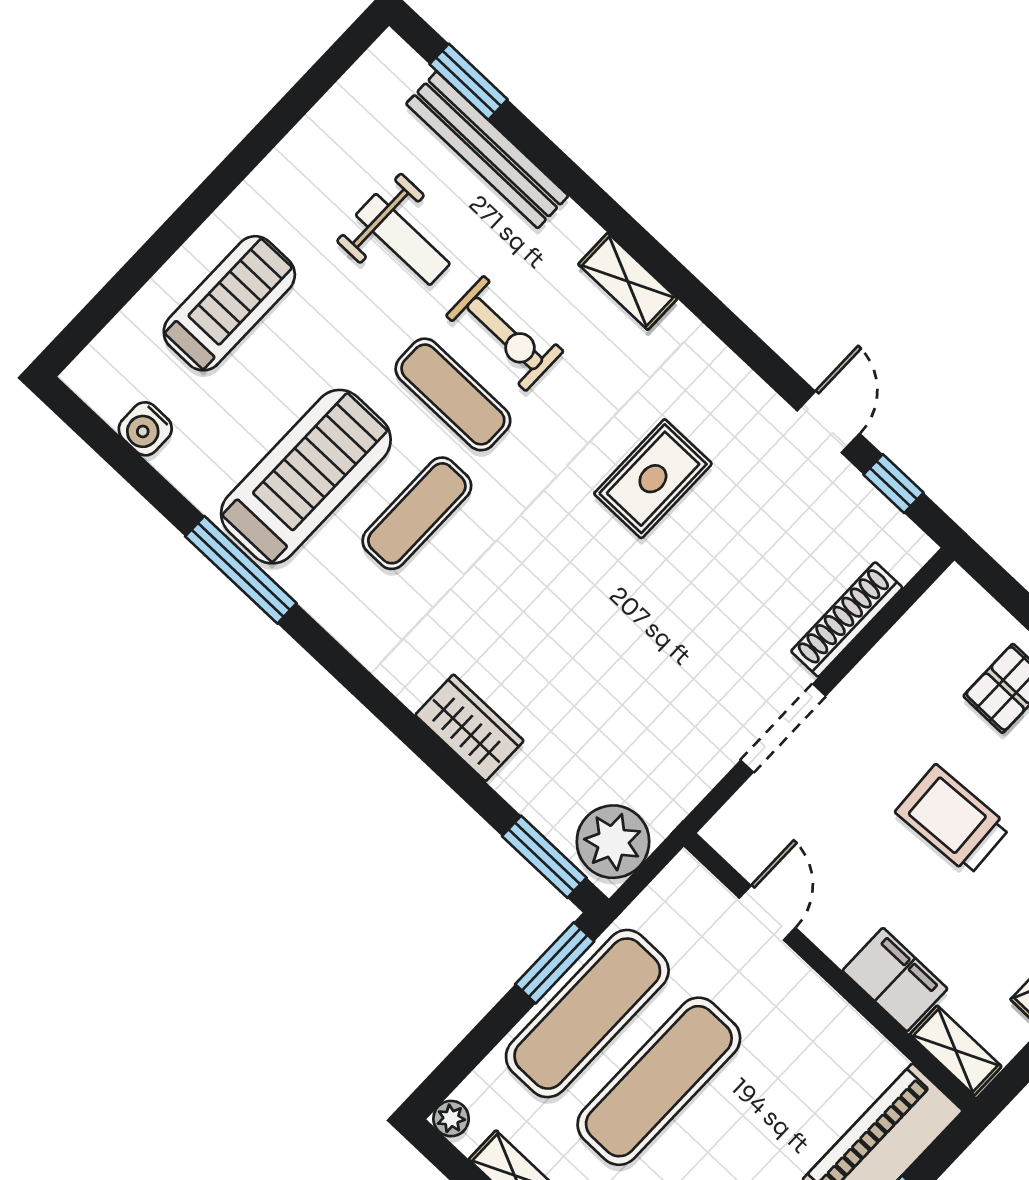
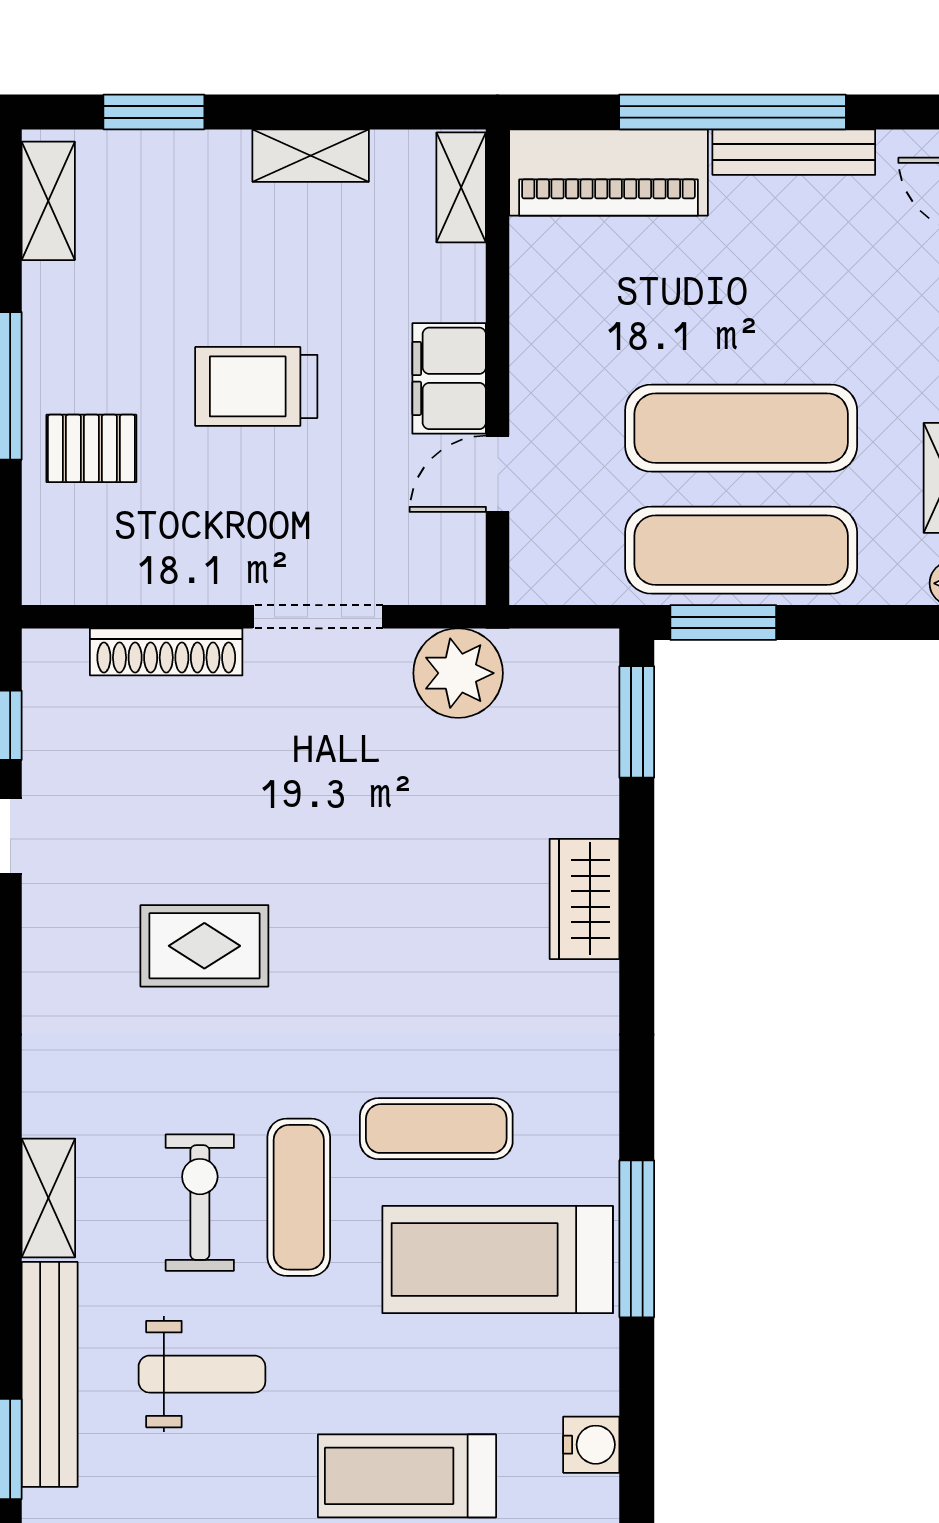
weight bench: (403, 239) -> (202, 1374), turned 90
shelving: (628, 281) -> (48, 1198), moved
trolley: (953, 820) -> (256, 386), turned 93
plant: (613, 842) -> (458, 673), moved
filing cabinet: (895, 980) -> (449, 378), moved

